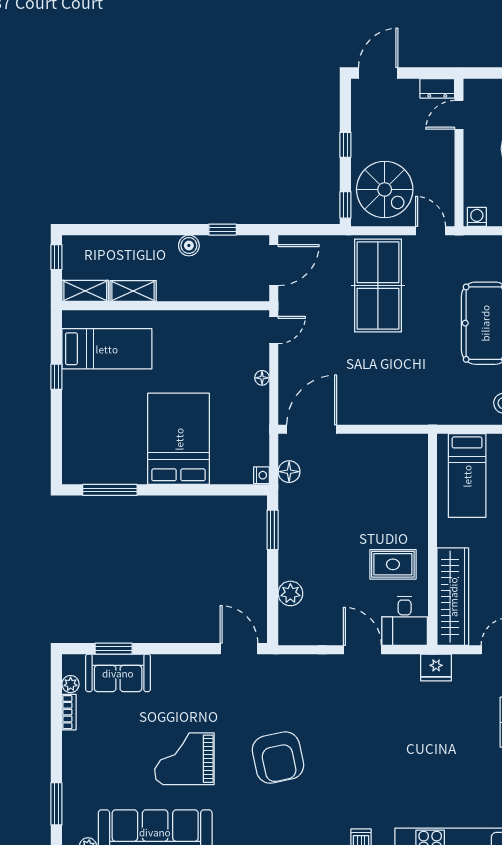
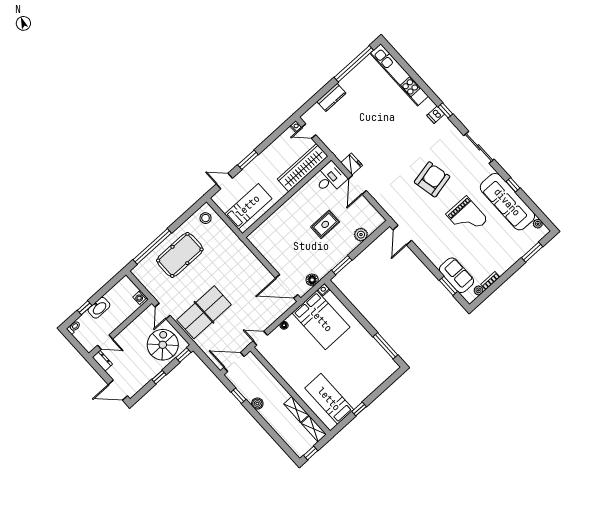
bed: (179, 439) -> (321, 320), moved, turned -90
rug: (393, 564) -> (325, 224), moved, turned 90
fridge: (436, 667) -> (352, 164), moved

